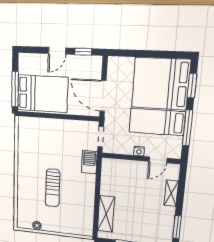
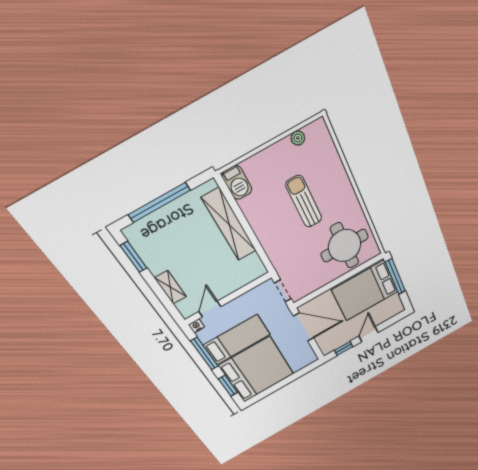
round table: (41, 140) -> (345, 246), added
nightstand: (139, 151) -> (197, 326), moved
barbecue: (89, 162) -> (237, 183), moved
shelving: (106, 214) -> (229, 225), width x1.47

